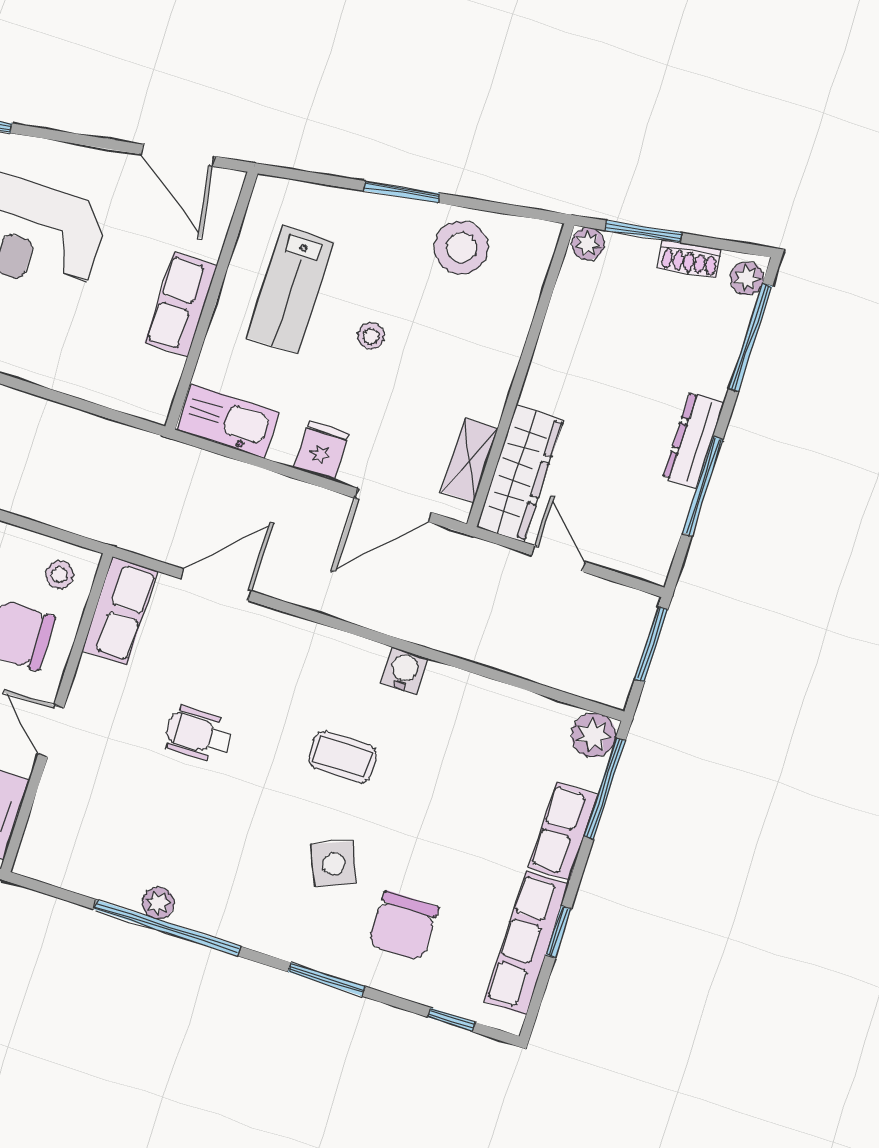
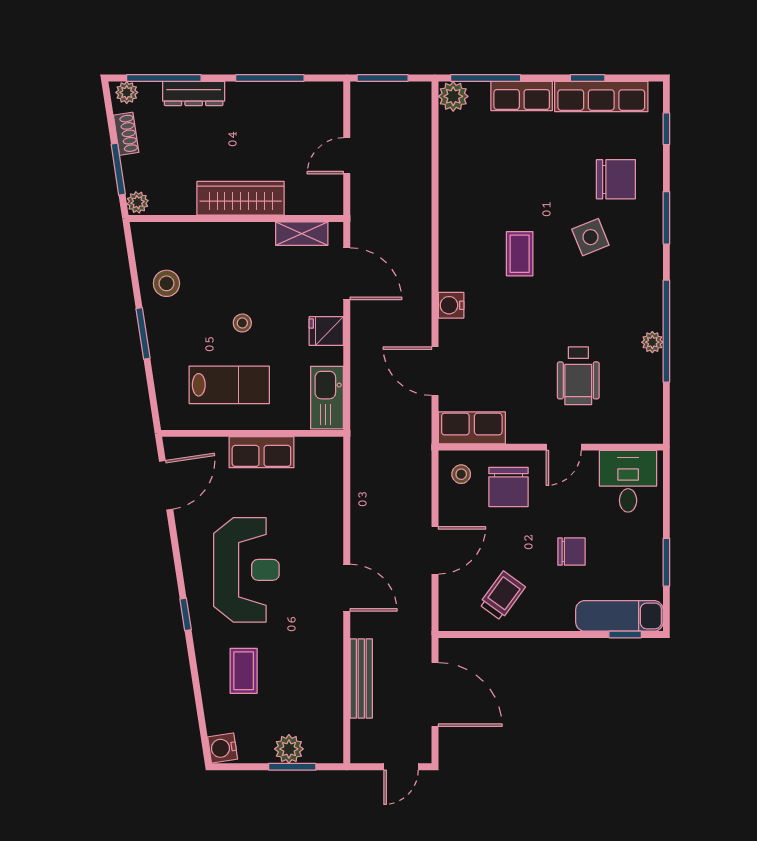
stool: (461, 248) -> (166, 283), width x0.73, depth x0.73
dresser: (693, 440) -> (194, 93), moved
wardrobe: (520, 473) -> (241, 198), moved
water cooler: (404, 671) -> (451, 305), moved
wheelchair: (199, 734) -> (578, 376), moved, width x1.36, depth x1.37

